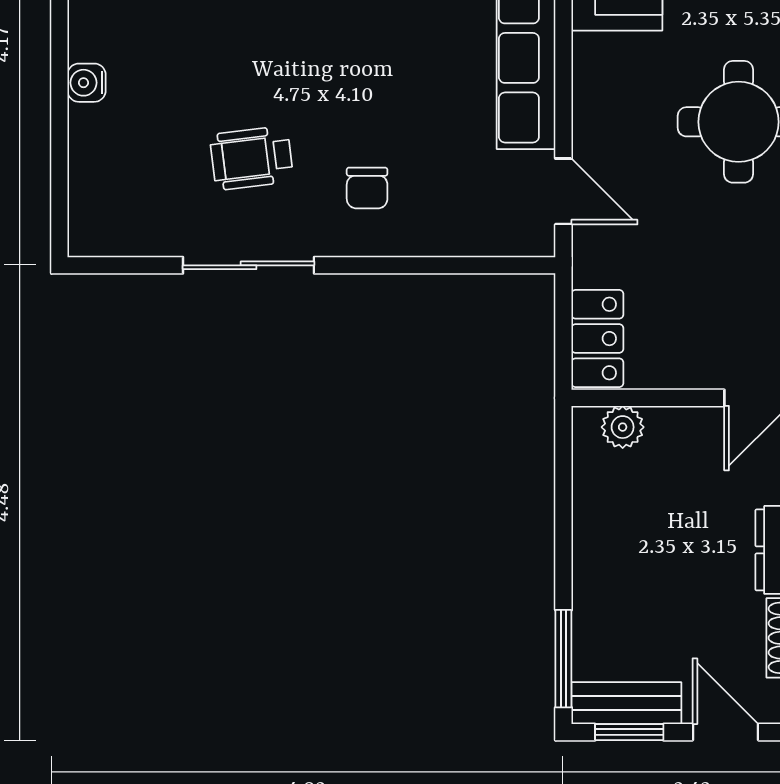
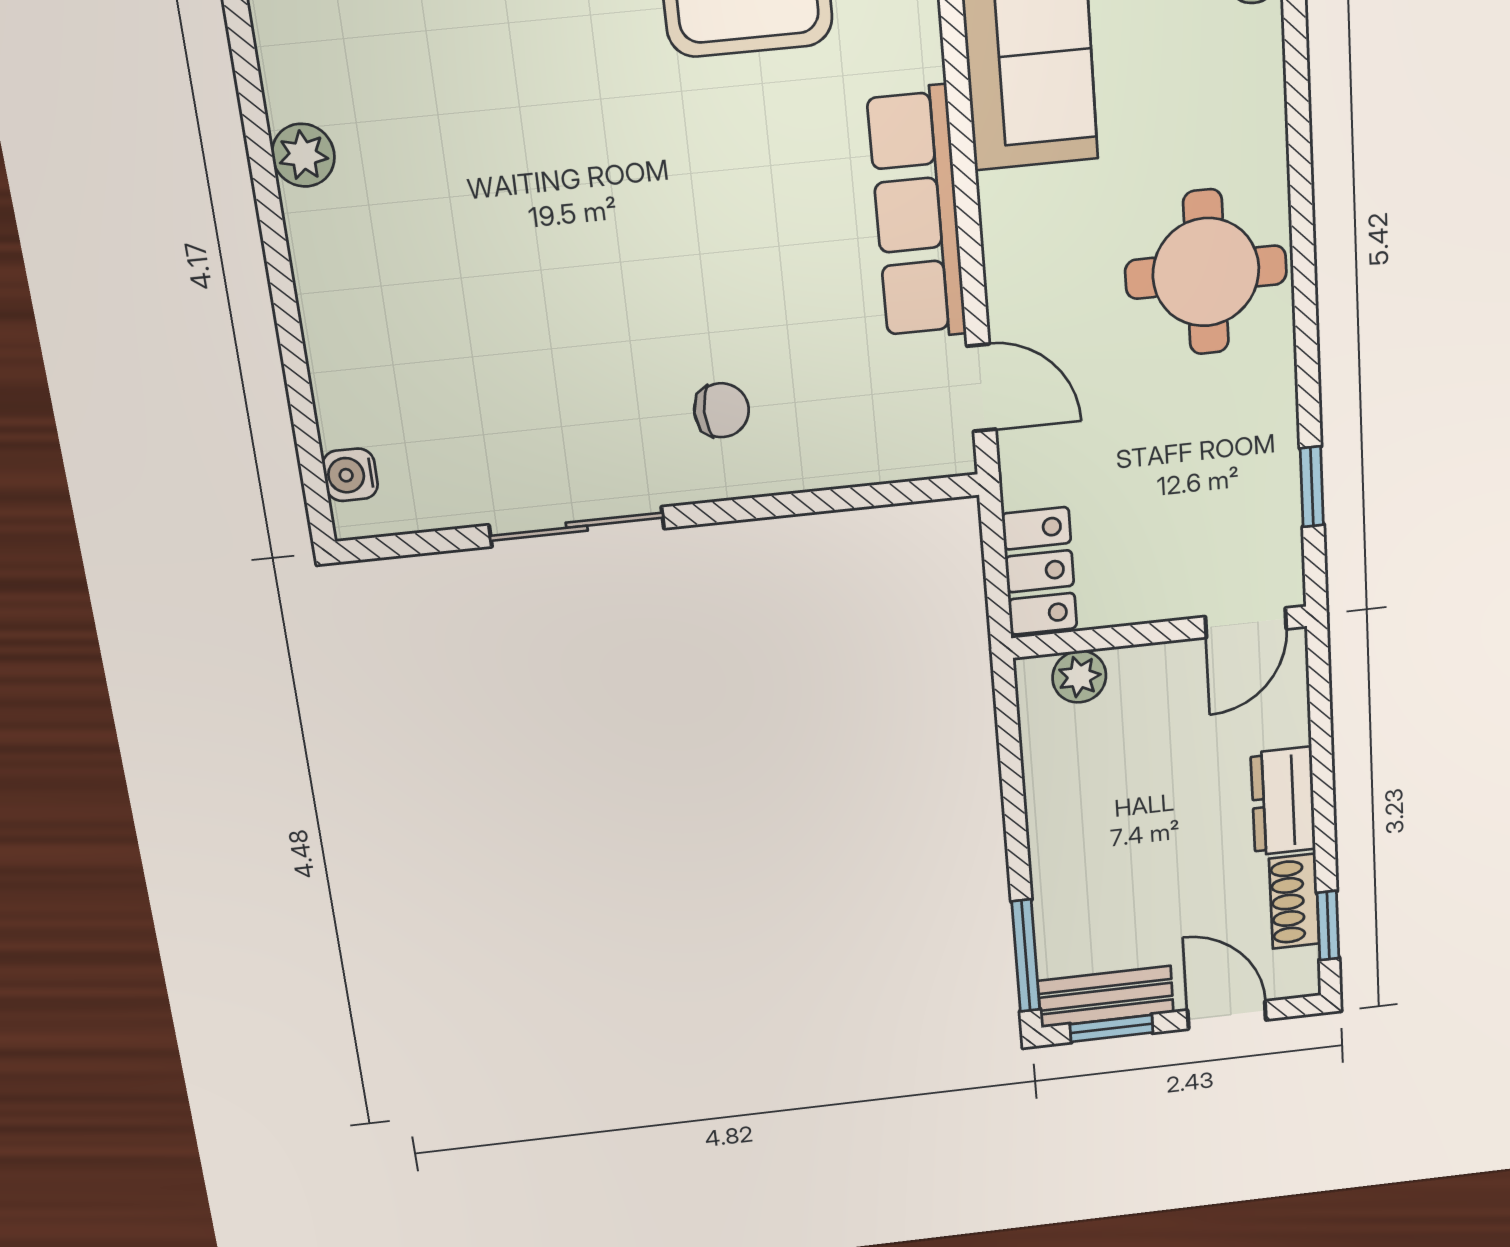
water cooler: (87, 83) -> (350, 475), moved
wheelchair: (252, 158) -> (562, 386), removed
chair: (367, 188) -> (721, 410), turned -90

